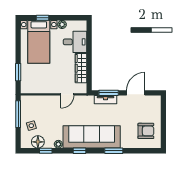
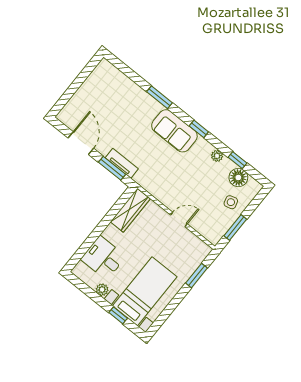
wardrobe: (81, 68) -> (130, 210), moved
door: (136, 93) -> (81, 143), swing flipped
door: (67, 94) -> (179, 219), moved
window: (18, 114) -> (235, 228), width x0.69
armchair: (146, 131) -> (104, 90), removed
sofa: (92, 137) -> (174, 131), width x0.54, depth x0.79

